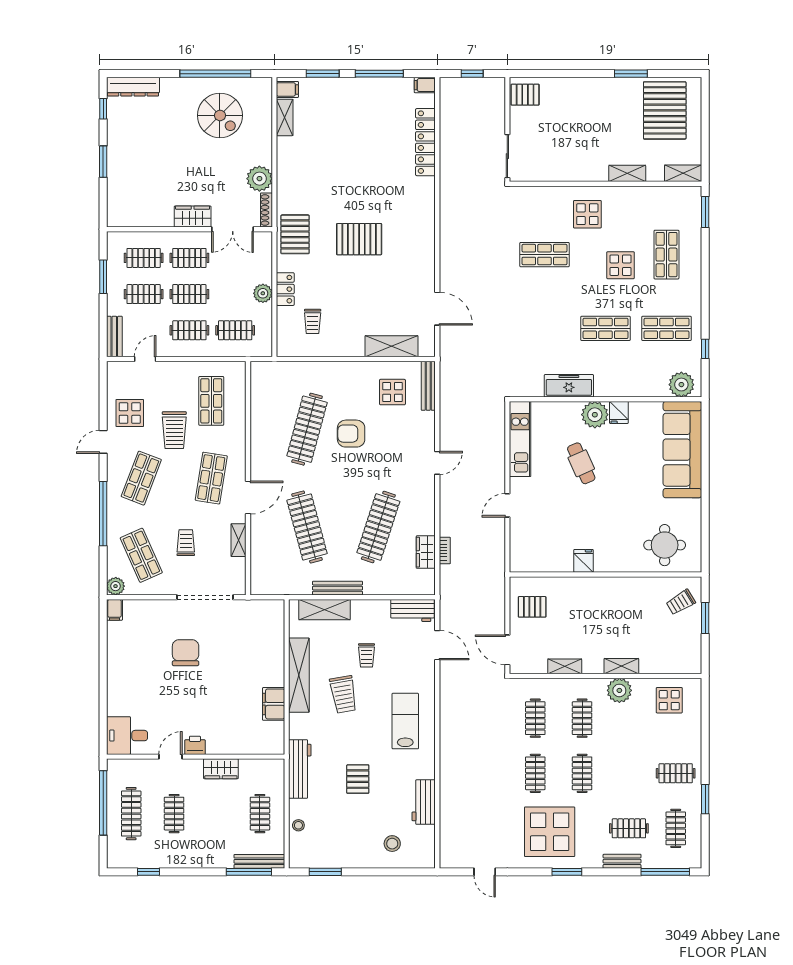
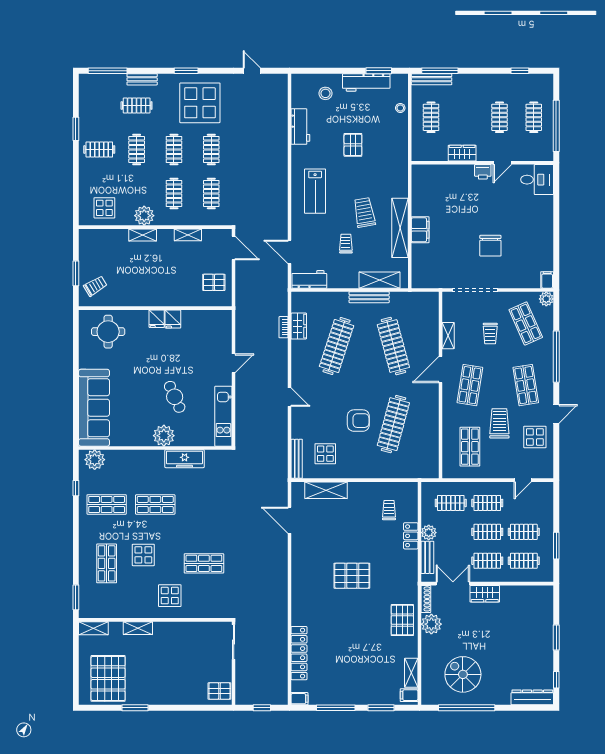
pallet: (295, 234) -> (402, 620), moved
bench: (114, 336) -> (427, 557), moved
fridge: (619, 412) -> (157, 319), moved, turned 180
door: (437, 463) -> (289, 397), swing flipped
shop shelf: (141, 478) -> (526, 385), turned -30
filing cabinet: (274, 704) -> (420, 230), moved
workbench: (300, 769) -> (366, 82), moved, turned -90
clothes rail: (131, 814) -> (534, 117), width x0.73
clothes rail: (676, 828) -> (137, 149), moved

